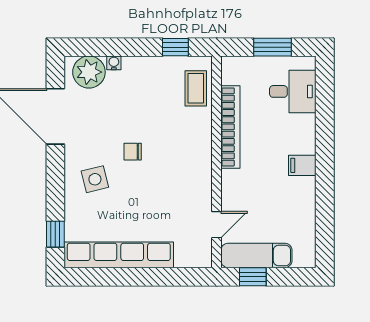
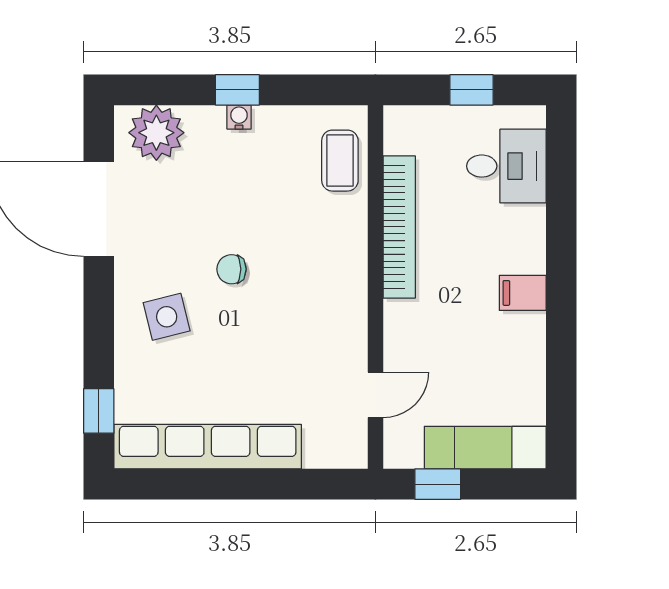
window: (175, 47) -> (237, 90), moved
window: (273, 47) -> (472, 90), width x0.67
water cooler: (114, 63) -> (239, 117), moved
exam couch: (256, 255) -> (485, 448), moved

